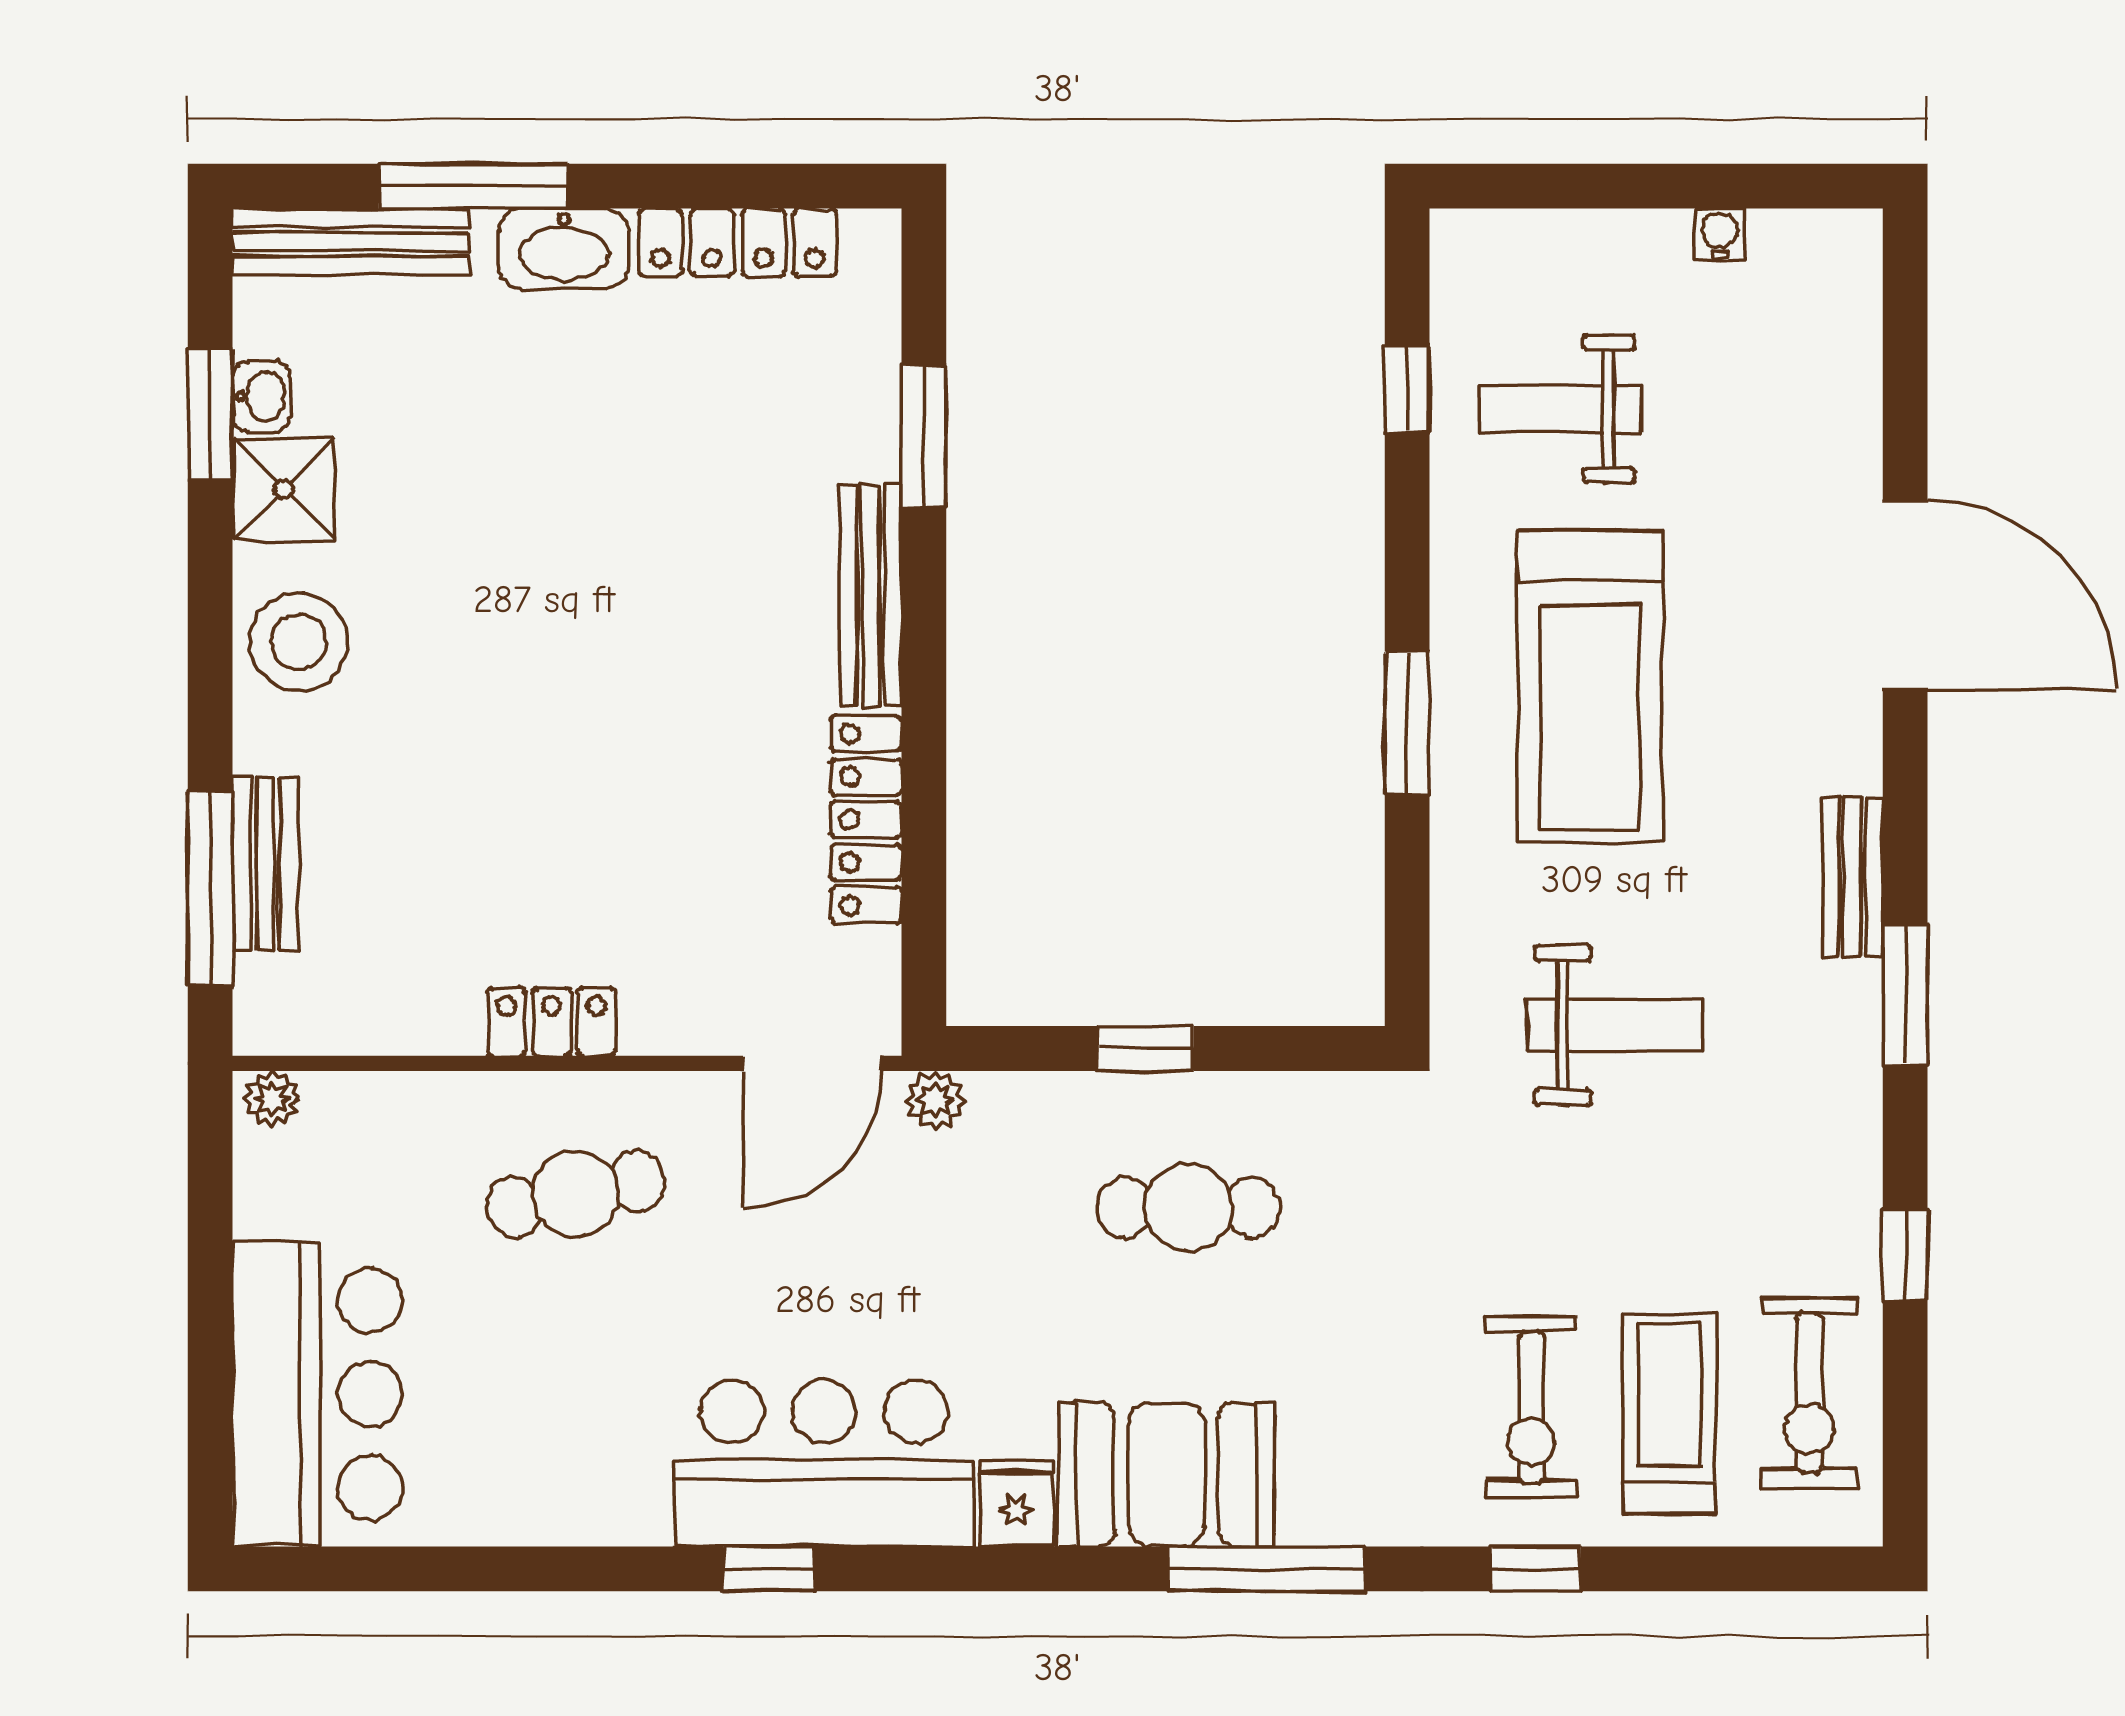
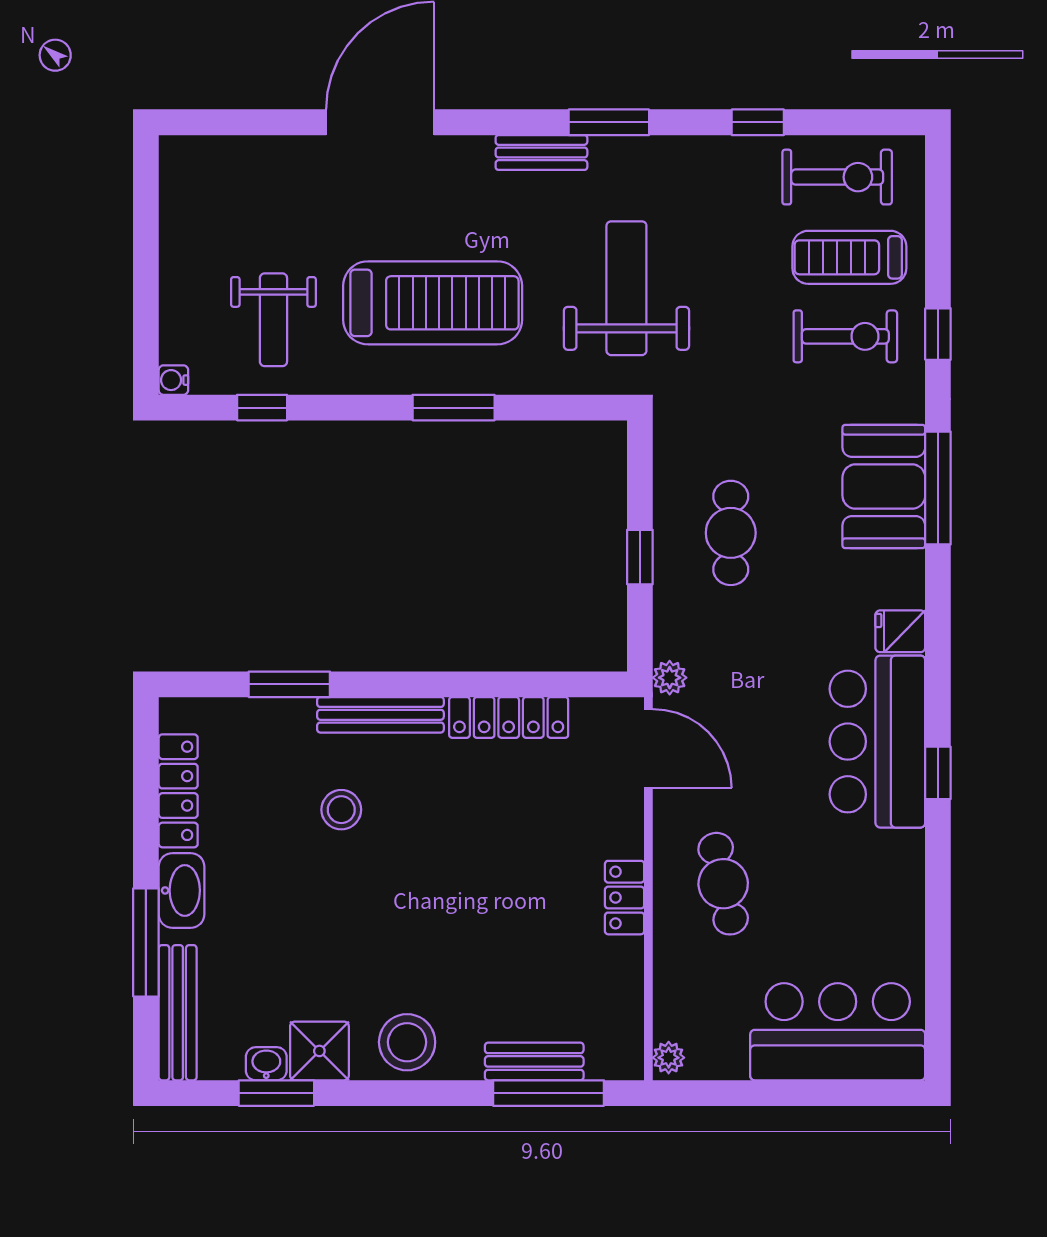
water cooler: (1720, 234) -> (173, 380), moved
stool: (705, 527) -> (341, 810), added
weight bench: (1615, 1025) -> (626, 288), width x1.36, depth x1.33
booth: (1166, 1474) -> (884, 487), moved

